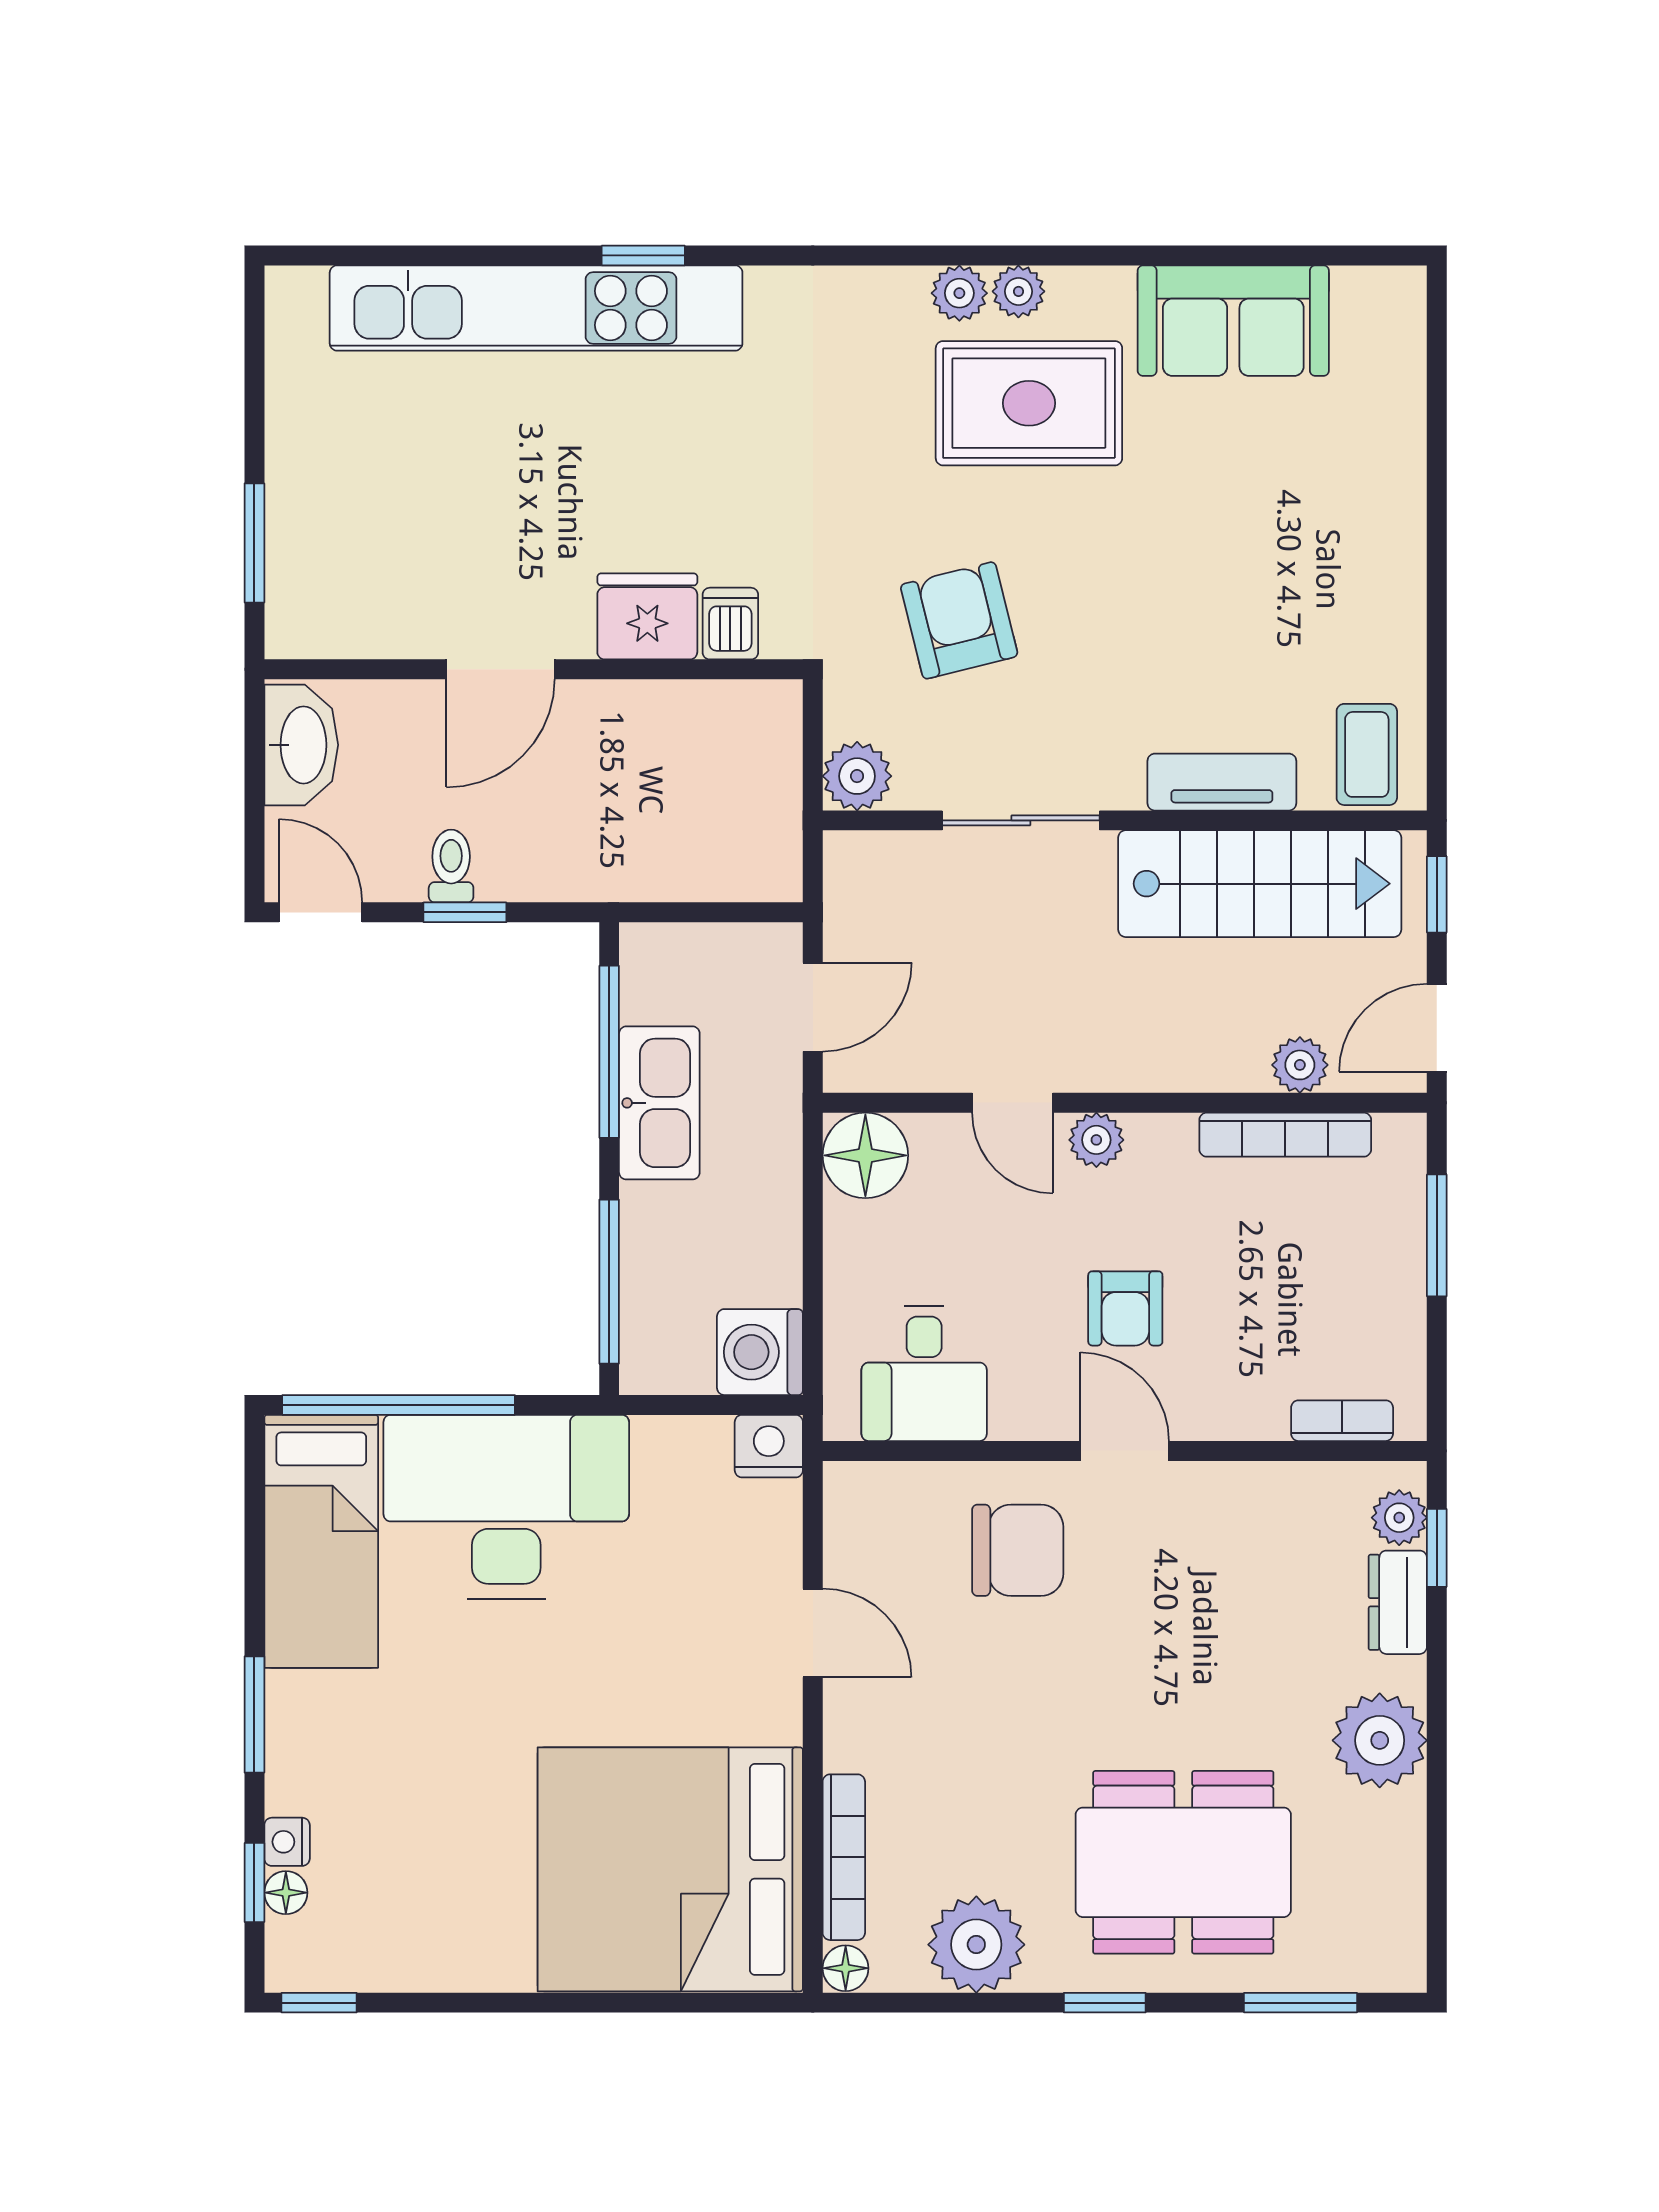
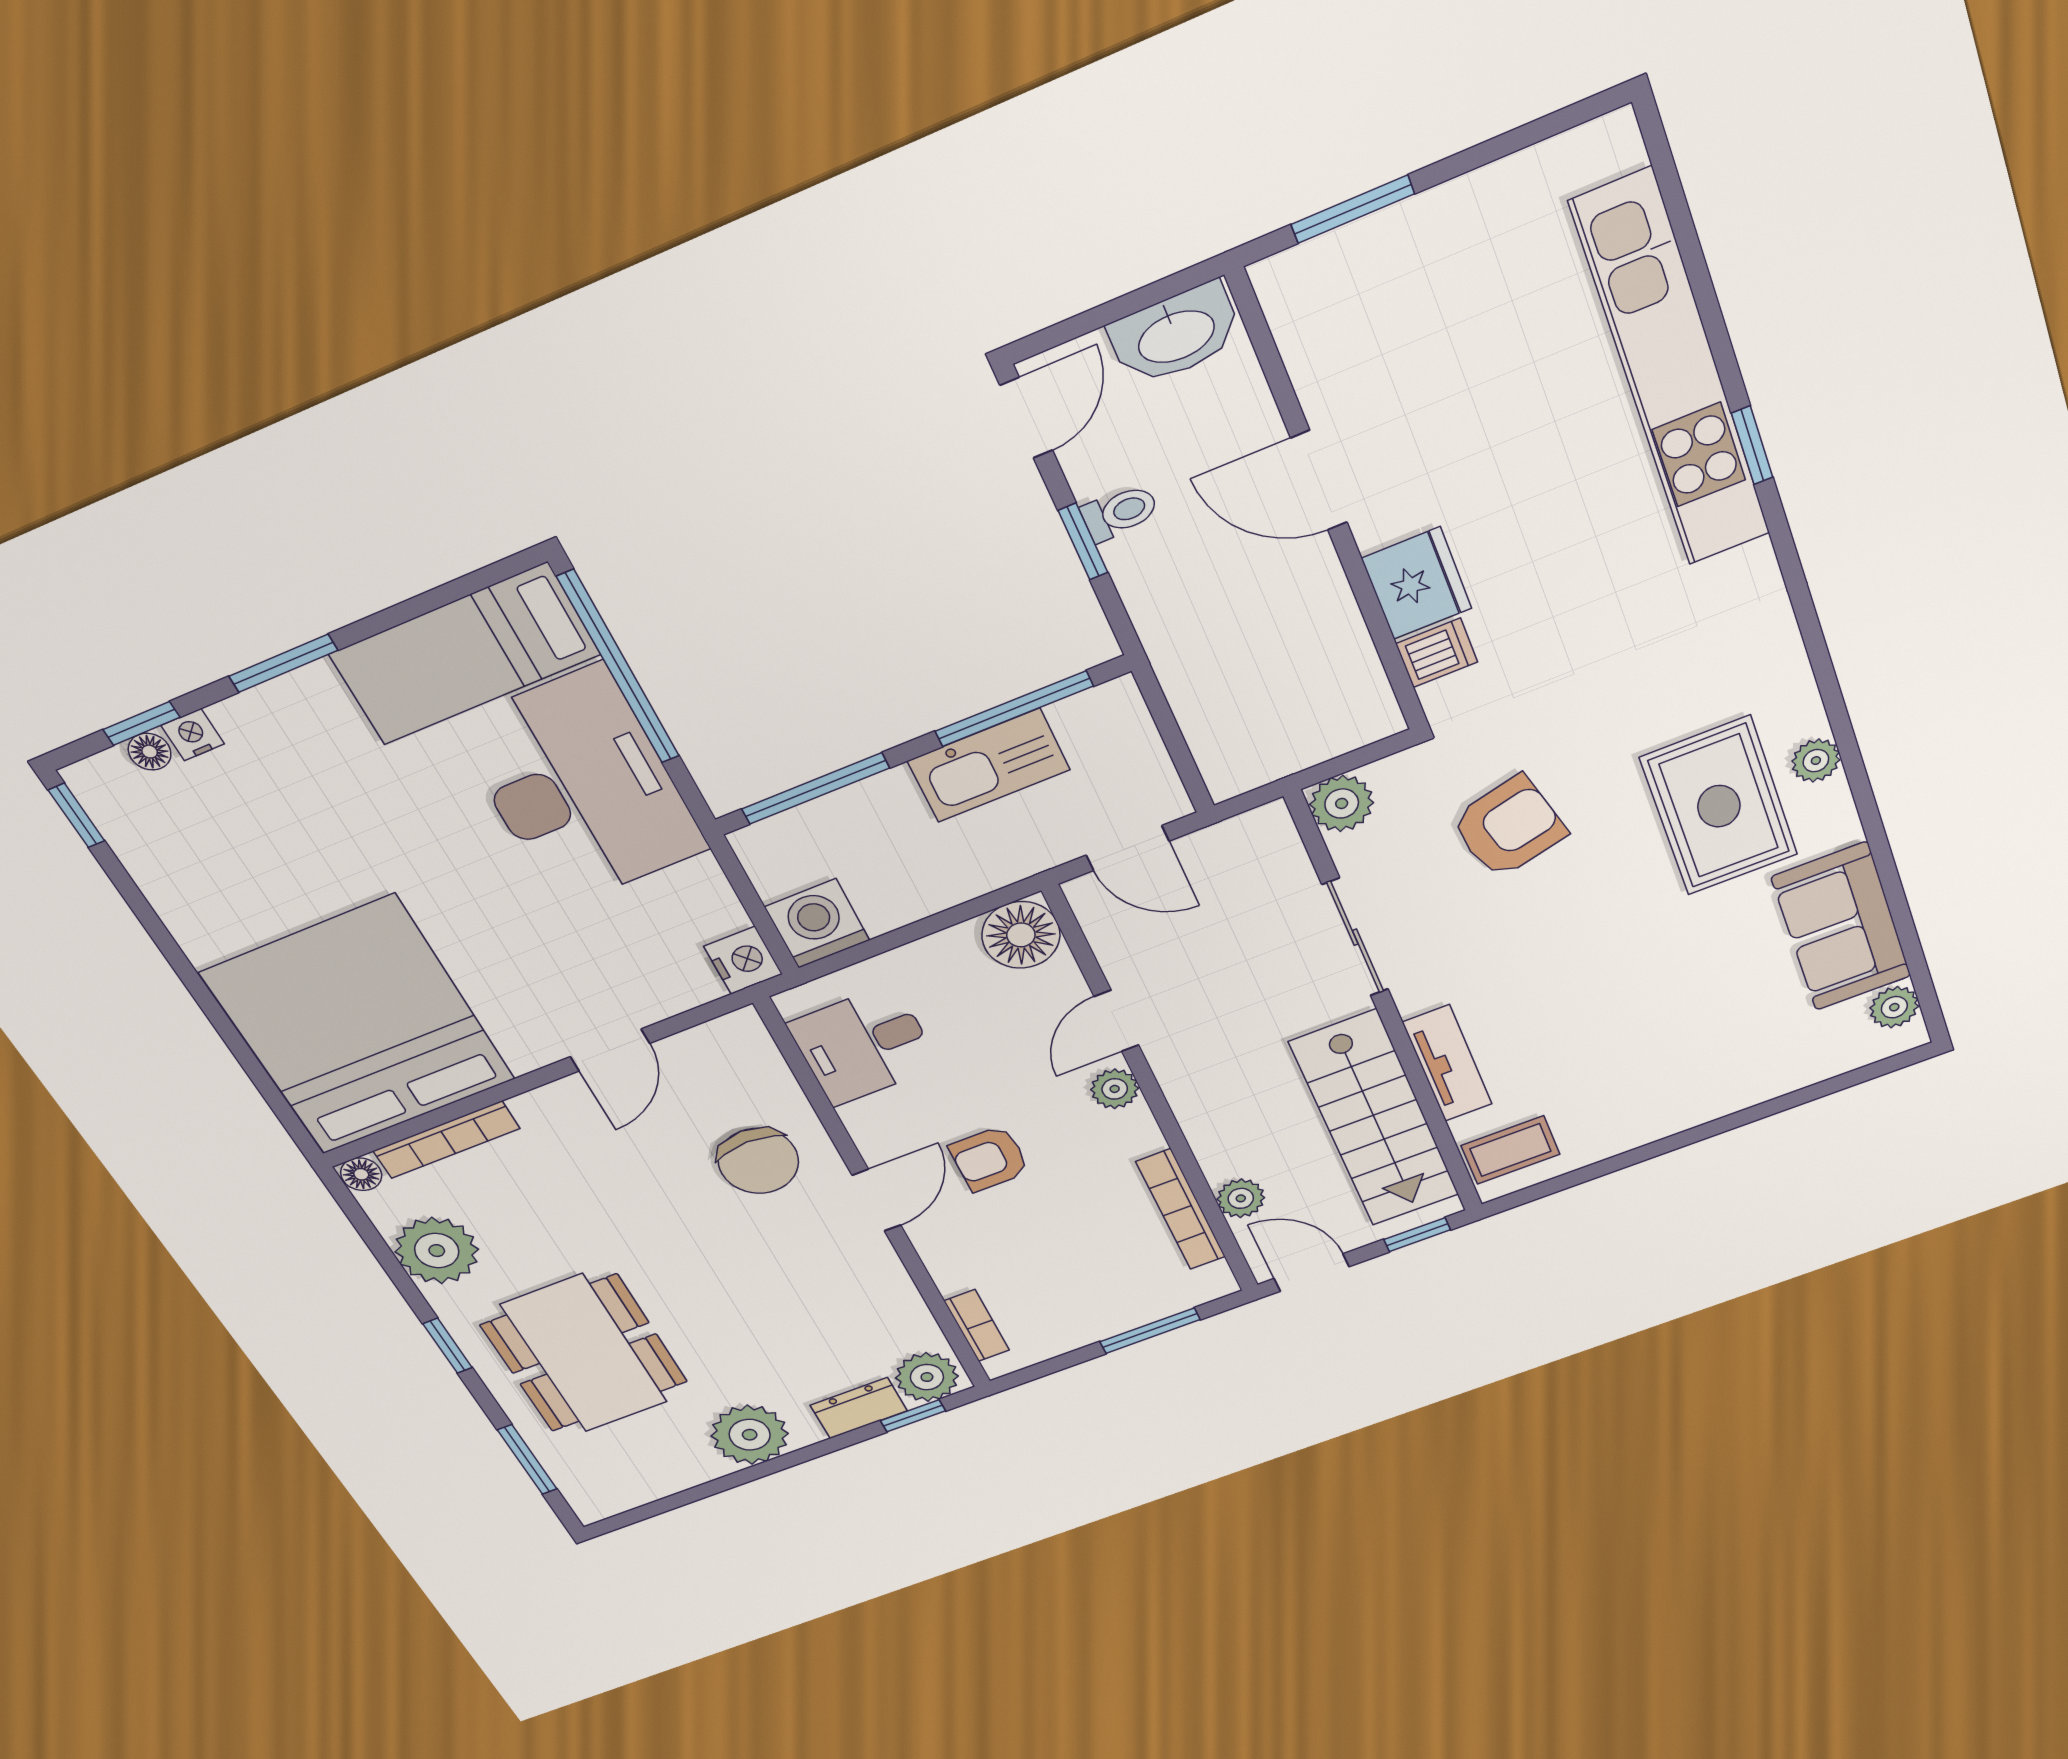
plant: (959, 293) -> (1894, 1007), moved
plant: (1399, 1518) -> (927, 1377), width x1.38, depth x1.38

